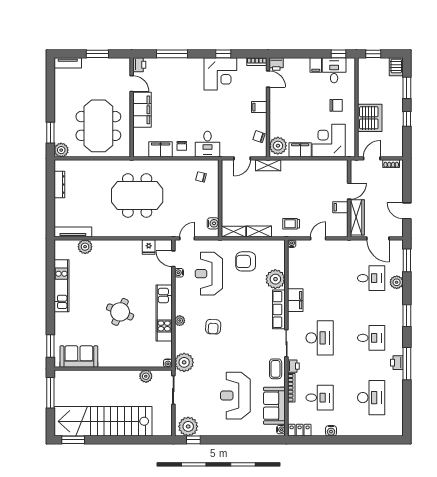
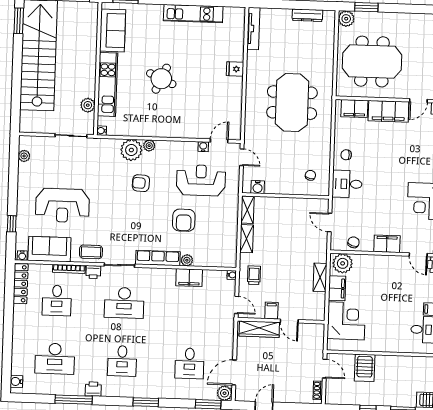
door: (268, 79) -> (418, 255), hinge flipped
chair: (336, 105) -> (386, 330), removed
filing cabinet: (259, 107) -> (387, 244), width x2.00
server rack: (370, 118) -> (365, 368), width x0.62
filing cabinet: (161, 149) -> (354, 109), moved, turned 90
shelving: (268, 165) -> (320, 277), moved
door: (349, 191) -> (289, 321), moved
wall: (349, 198) -> (281, 321), moved
filing cabinet: (340, 207) -> (271, 311), moved
wardrobe: (357, 217) -> (259, 329), moved
plant: (85, 247) -> (236, 42), removed
fridge: (149, 247) -> (235, 69), moved
armchair: (246, 261) -> (184, 220), moved, turned 180
plant: (275, 279) -> (187, 260), width x0.53, depth x0.53
plant: (397, 282) -> (225, 393), moved
filing cabinet: (295, 300) -> (189, 278), moved
kitchen unit: (164, 313) -> (107, 84), moved, turned 90
plant: (184, 362) -> (131, 150), moved
window: (407, 364) -> (74, 400), moved
reception desk: (235, 396) -> (62, 205), turned 180
plant: (188, 426) -> (24, 156), width x0.53, depth x0.53
locker: (300, 430) -> (21, 284), width x1.53
water cooler: (331, 431) -> (16, 381), moved
window: (193, 440) -> (12, 224), moved

